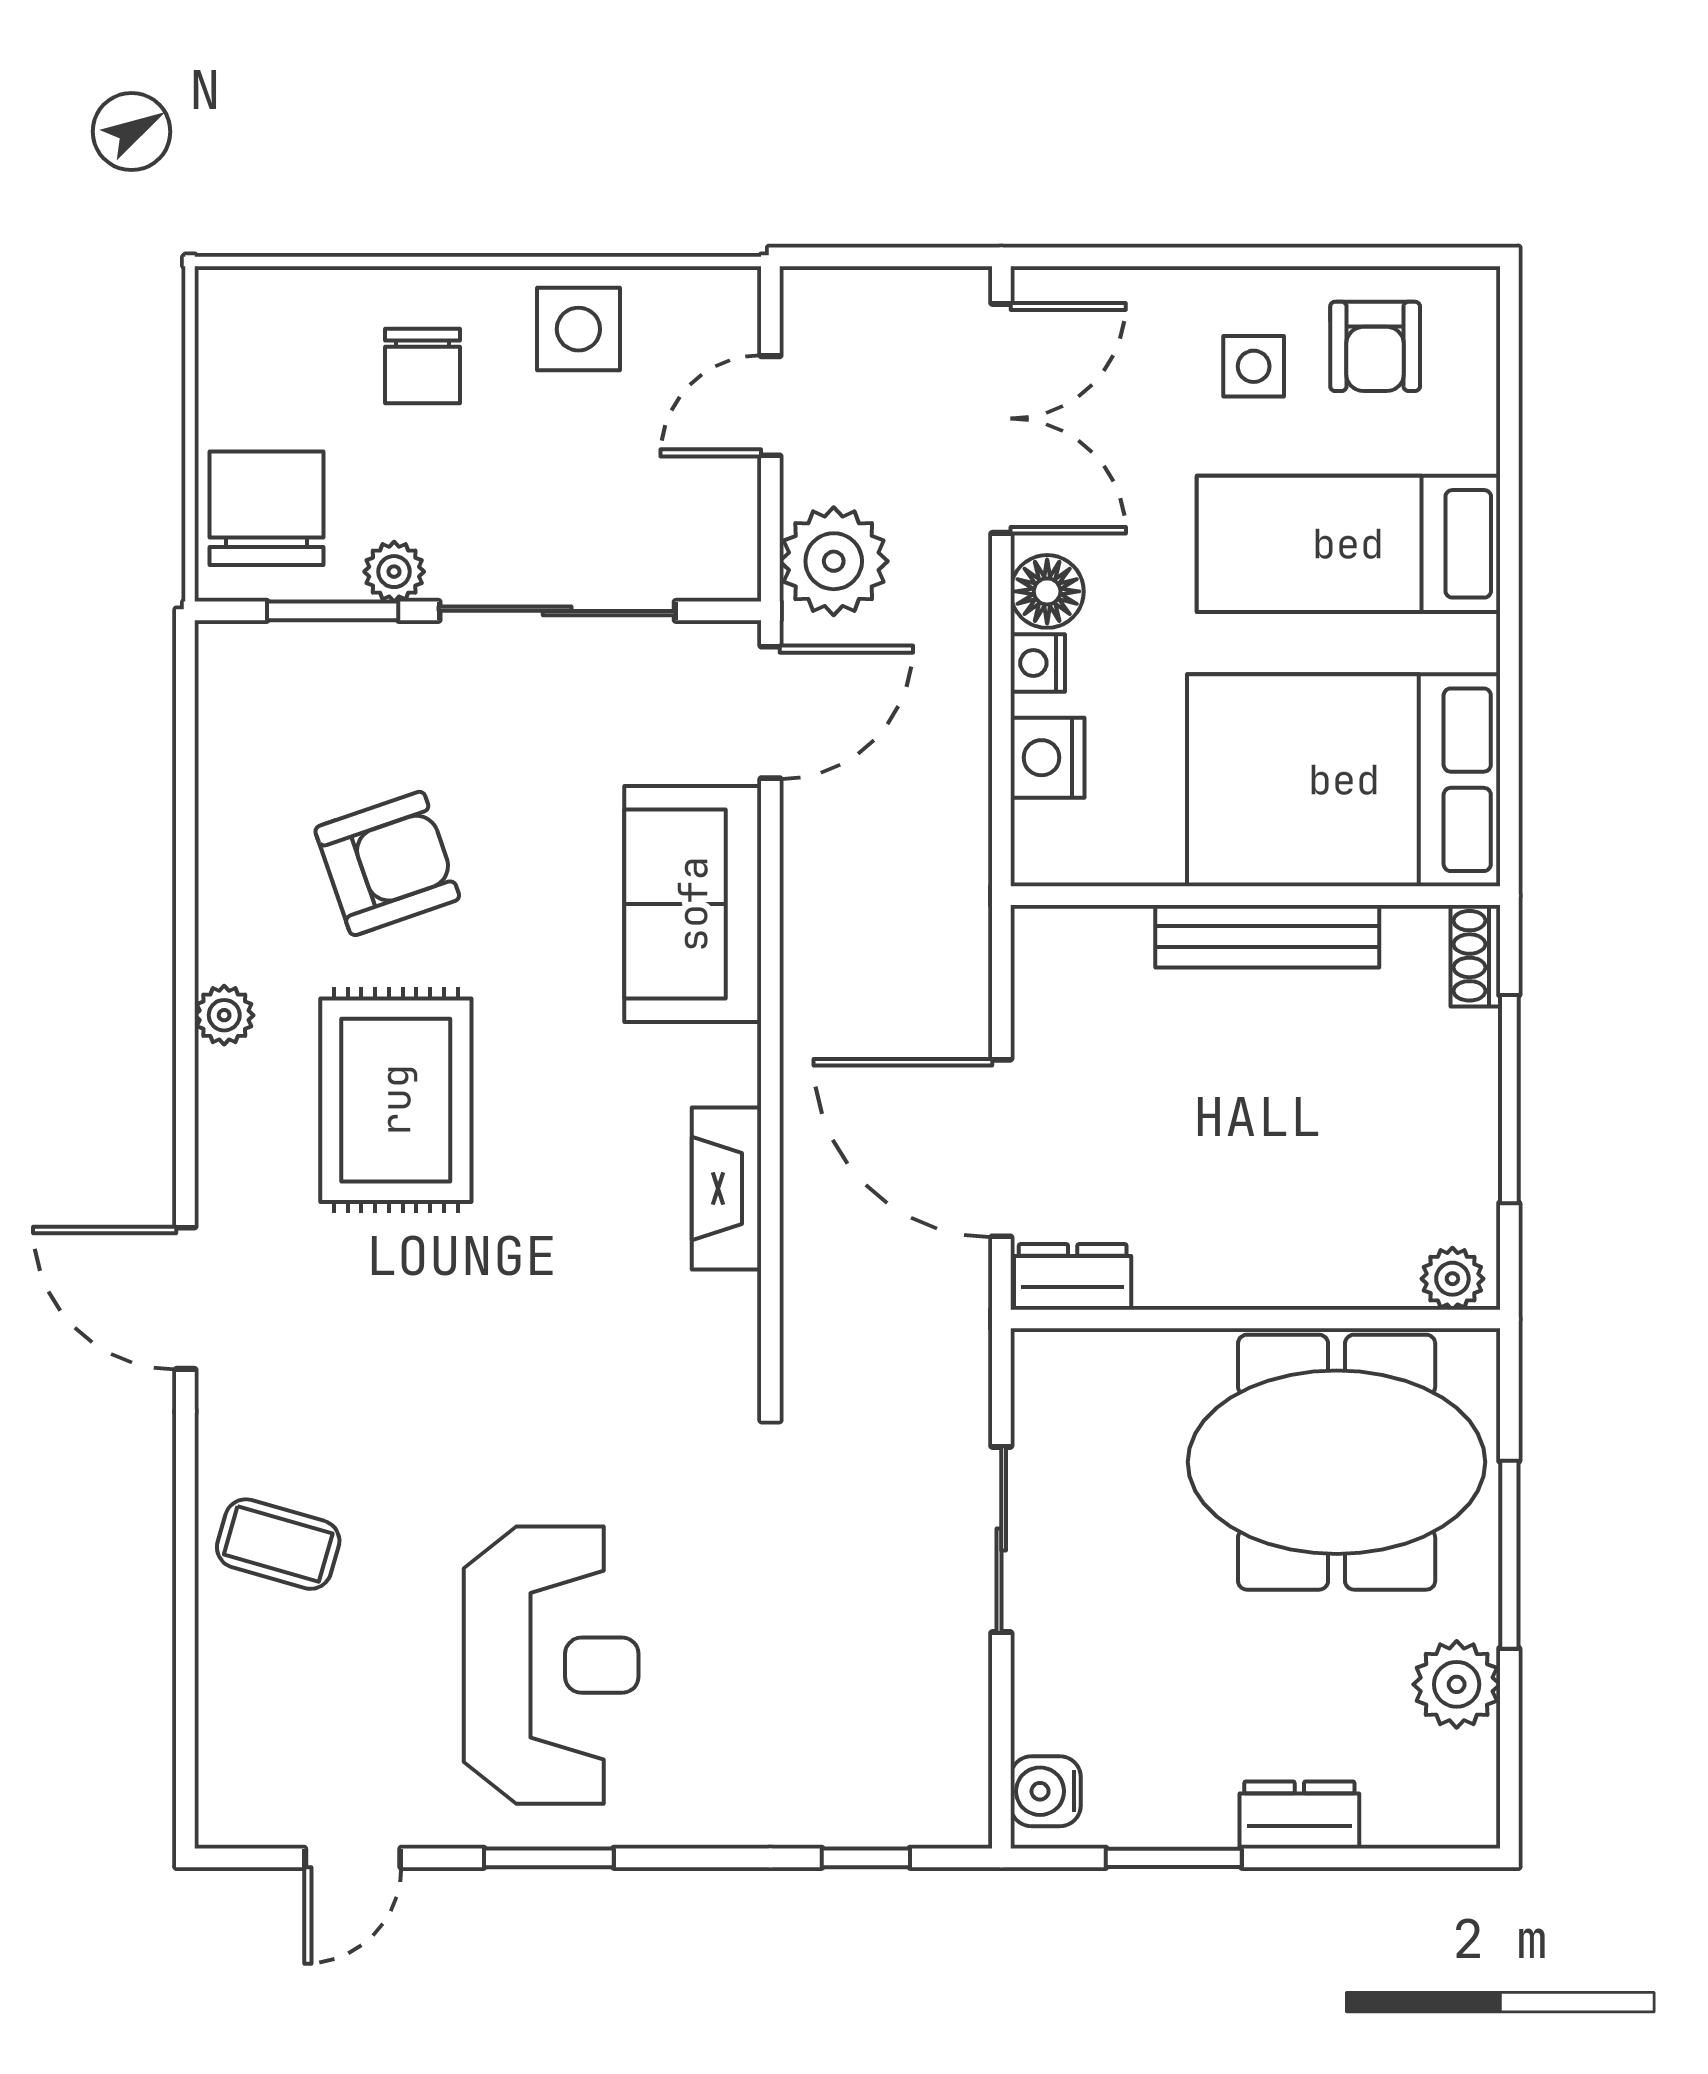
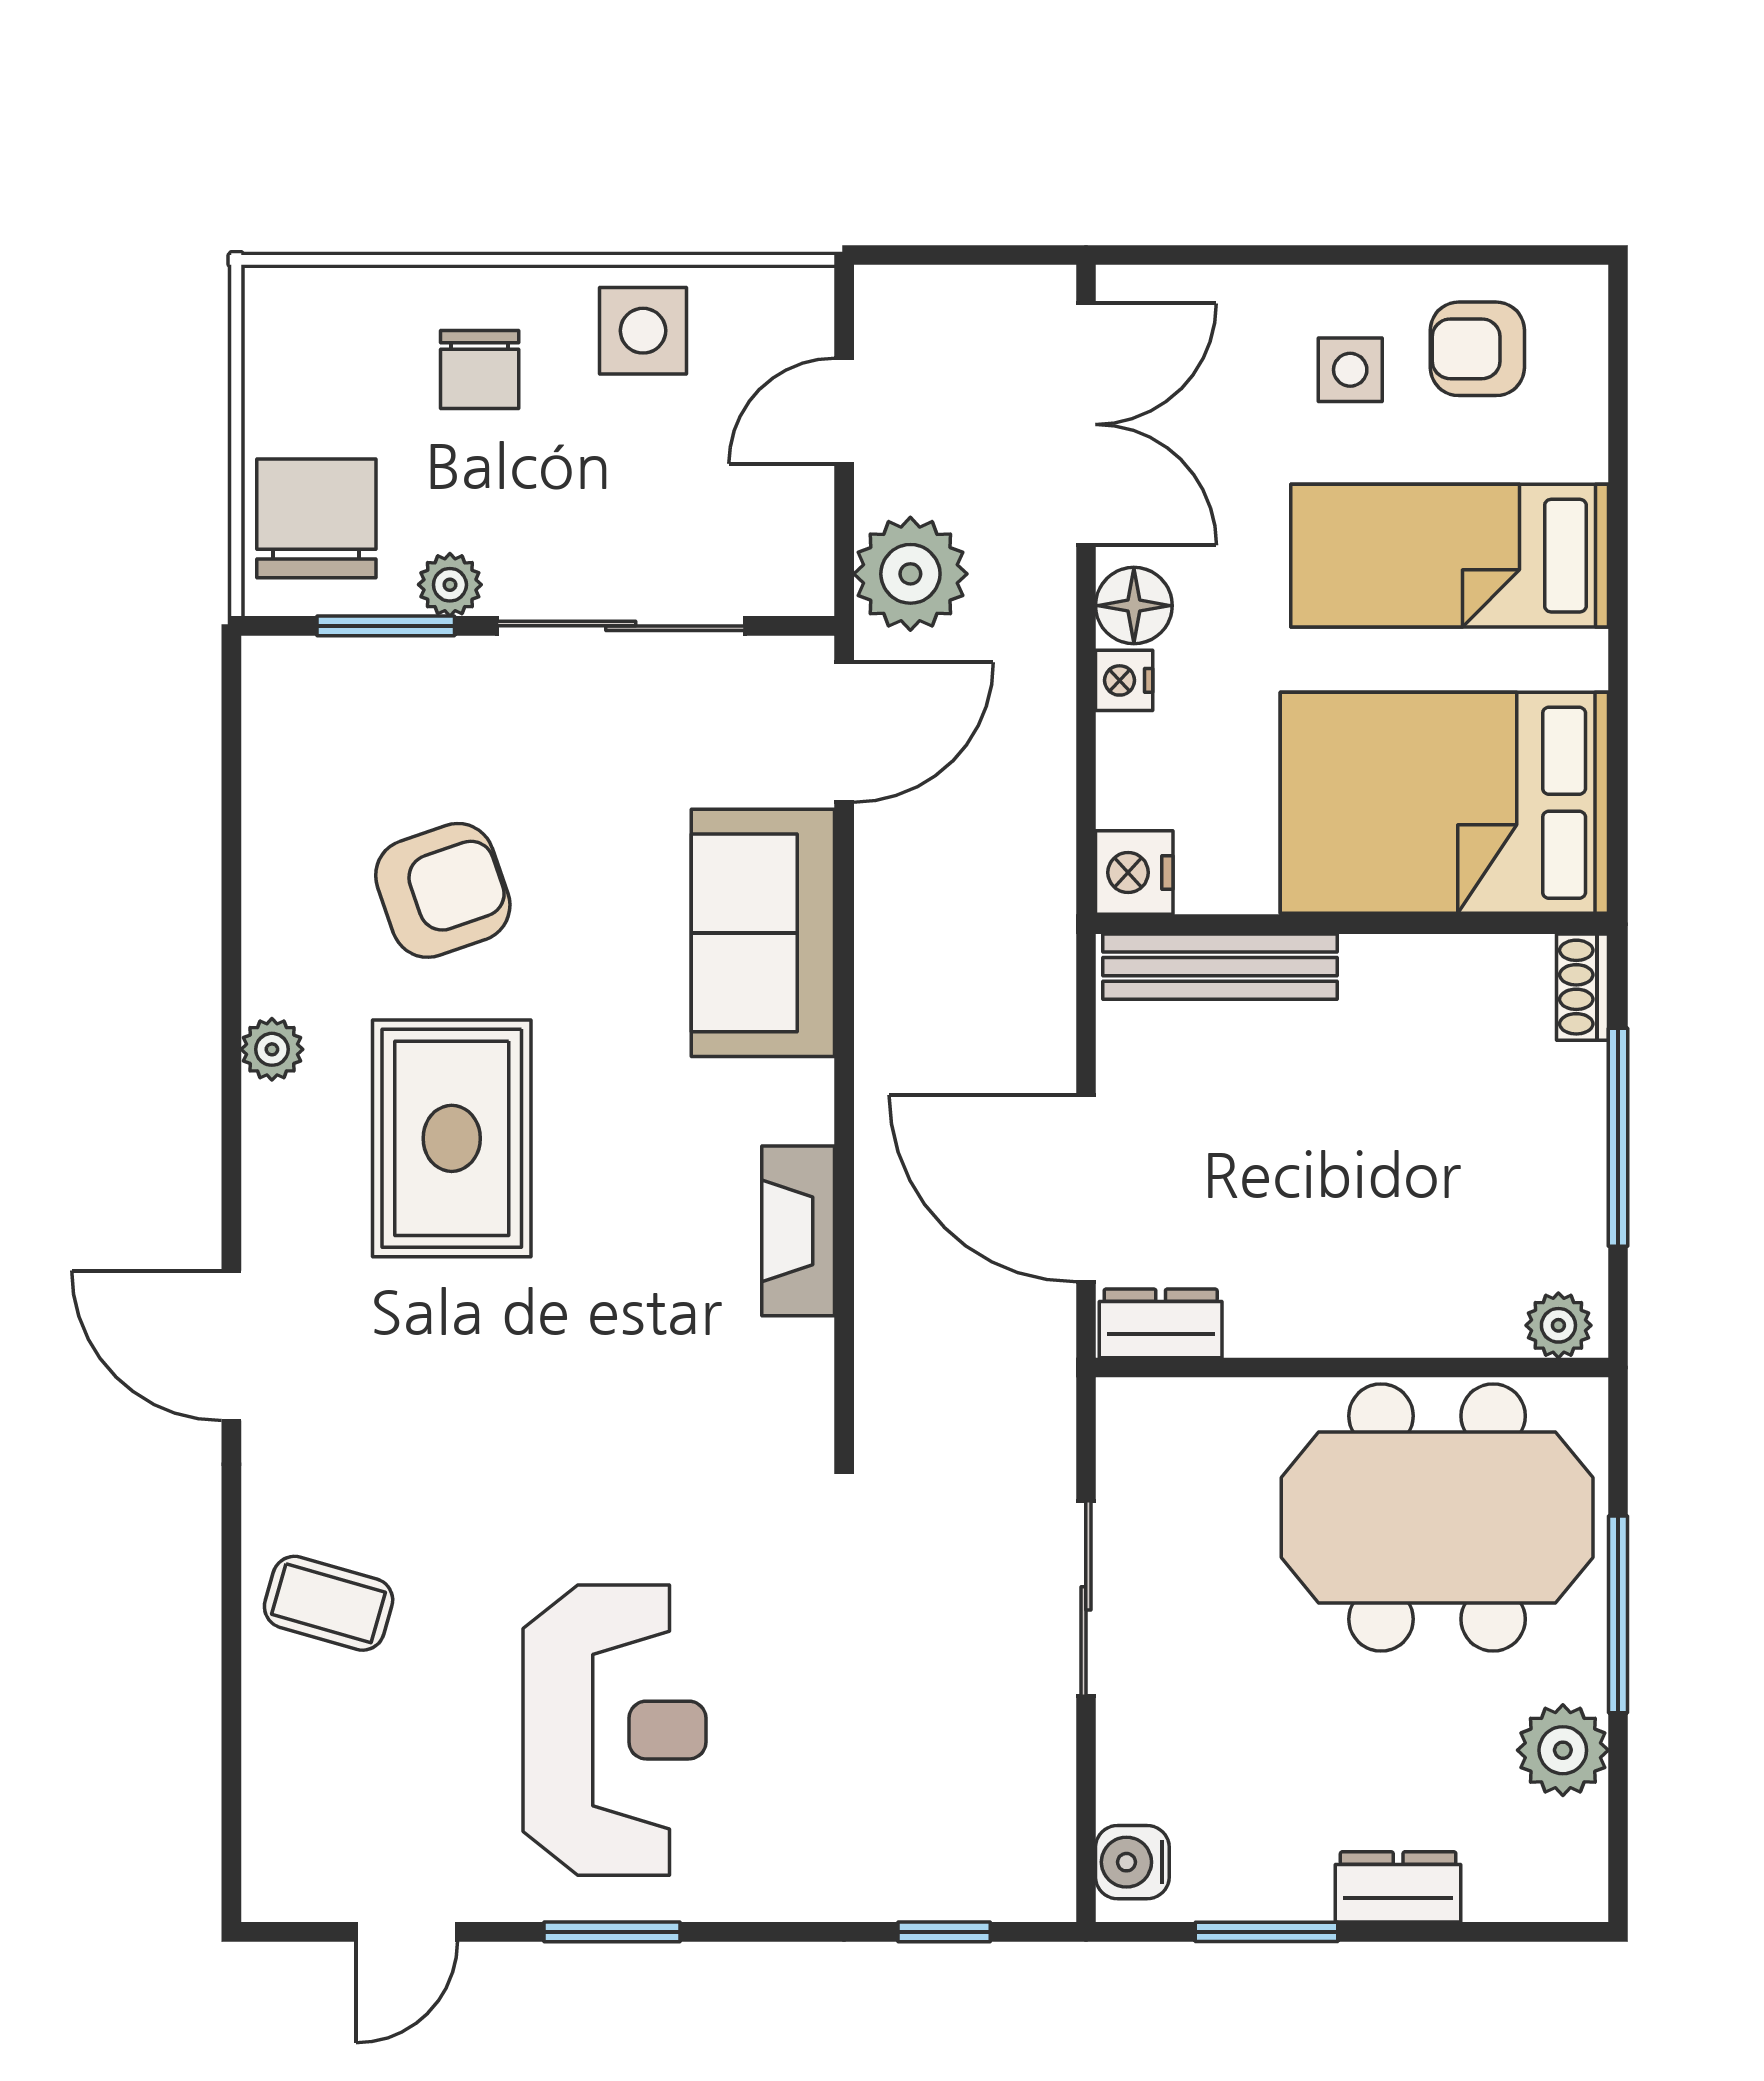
armchair: (1375, 346) -> (1477, 349), turned 90
nightstand: (1047, 758) -> (1134, 873), moved
bench: (1267, 936) -> (1220, 967), moved

